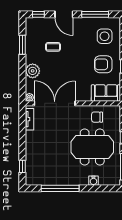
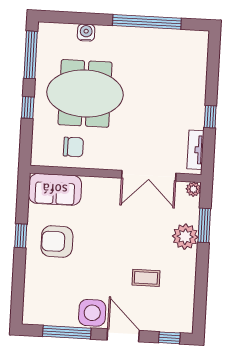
side table: (105, 36) -> (92, 313), moved
window: (22, 45) -> (204, 225), moved
armchair: (103, 64) -> (57, 241), turned 180
double door: (55, 103) -> (149, 176), width x0.73
window: (22, 166) -> (210, 117), moved

